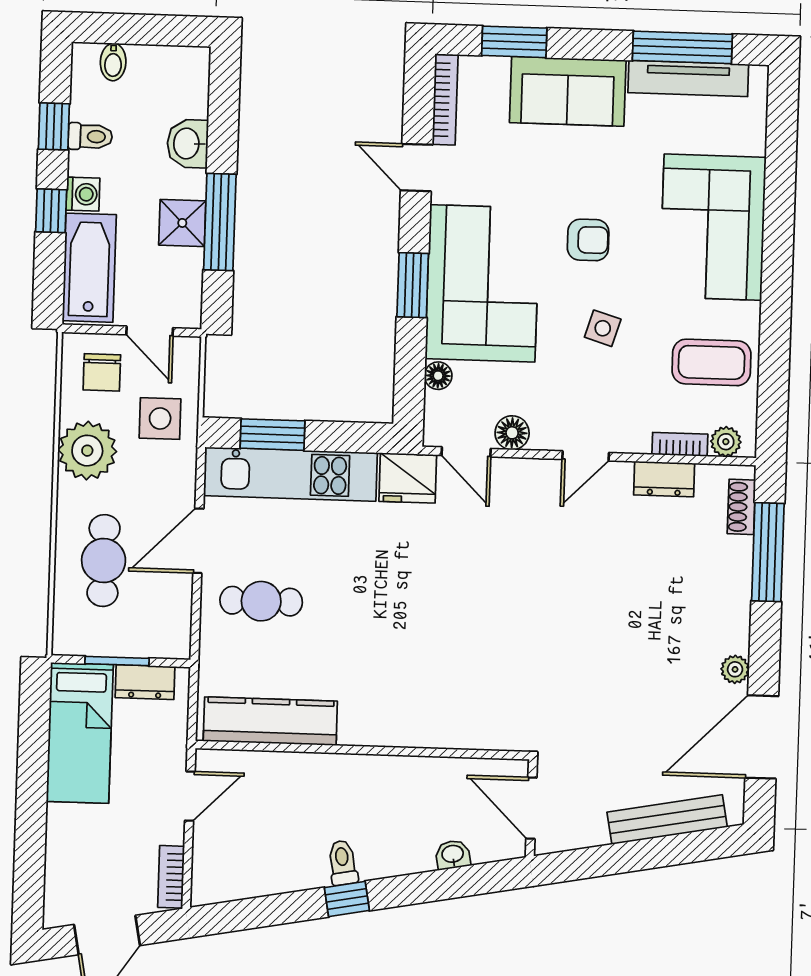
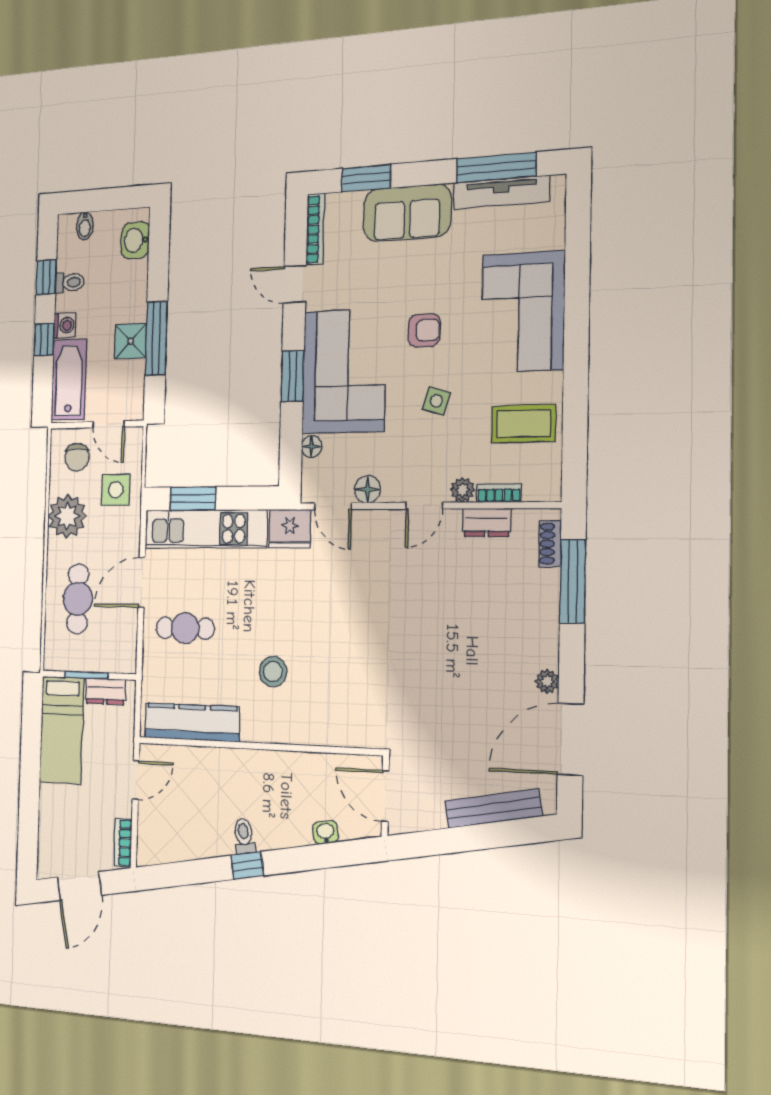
washbasin: (188, 144) -> (135, 240), moved
plant: (726, 442) -> (462, 490), moved
stool: (383, 657) -> (273, 672), added

